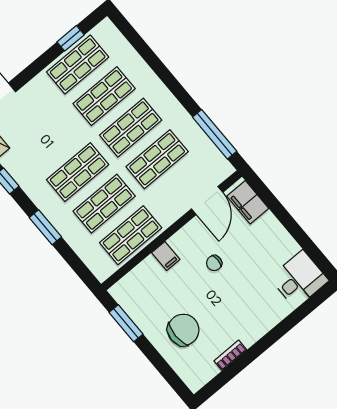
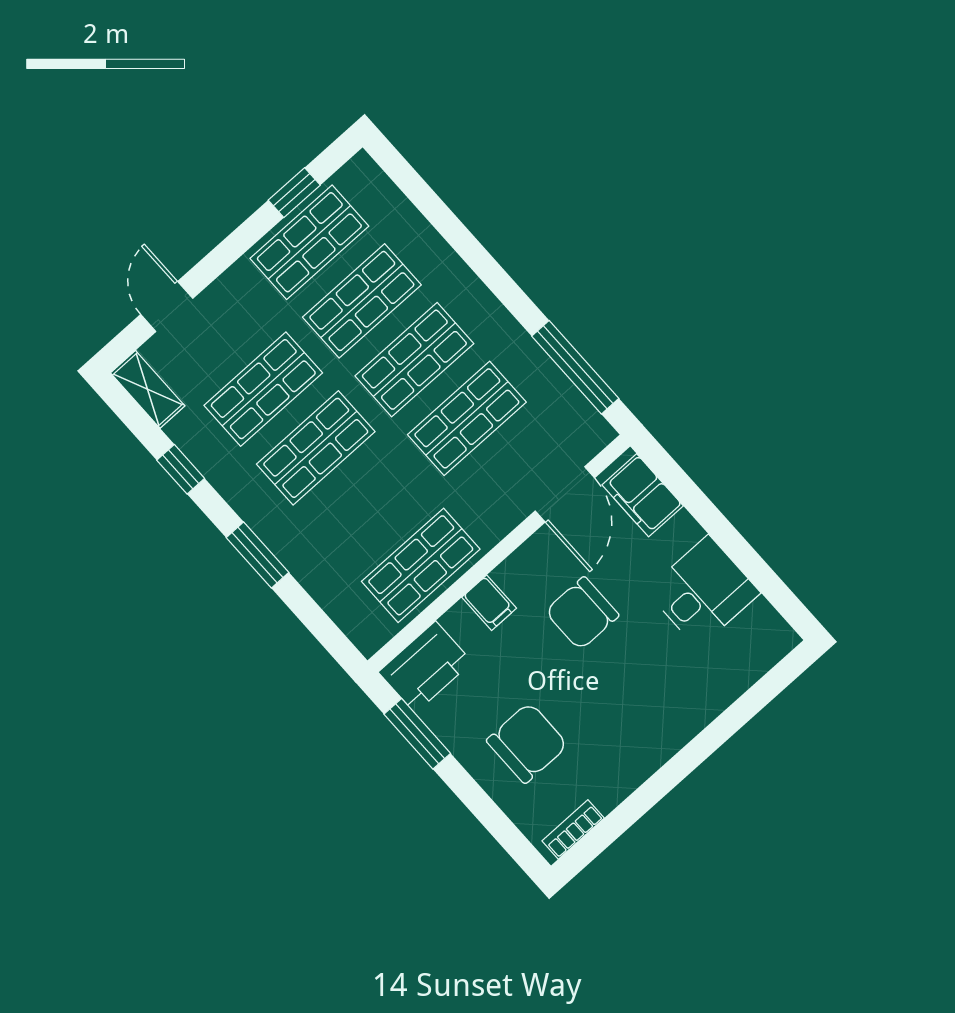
shop shelf: (104, 204) -> (263, 389), moved
chair: (214, 263) -> (582, 613), width x1.87, depth x1.87
desk: (299, 279) -> (703, 592), moved
printer: (131, 289) -> (425, 667), added
bookcase: (230, 355) -> (573, 829), moved

